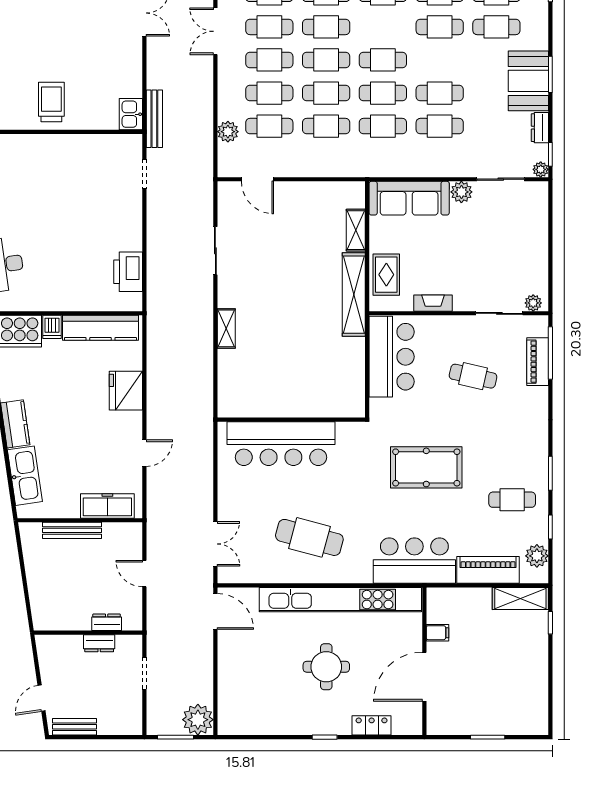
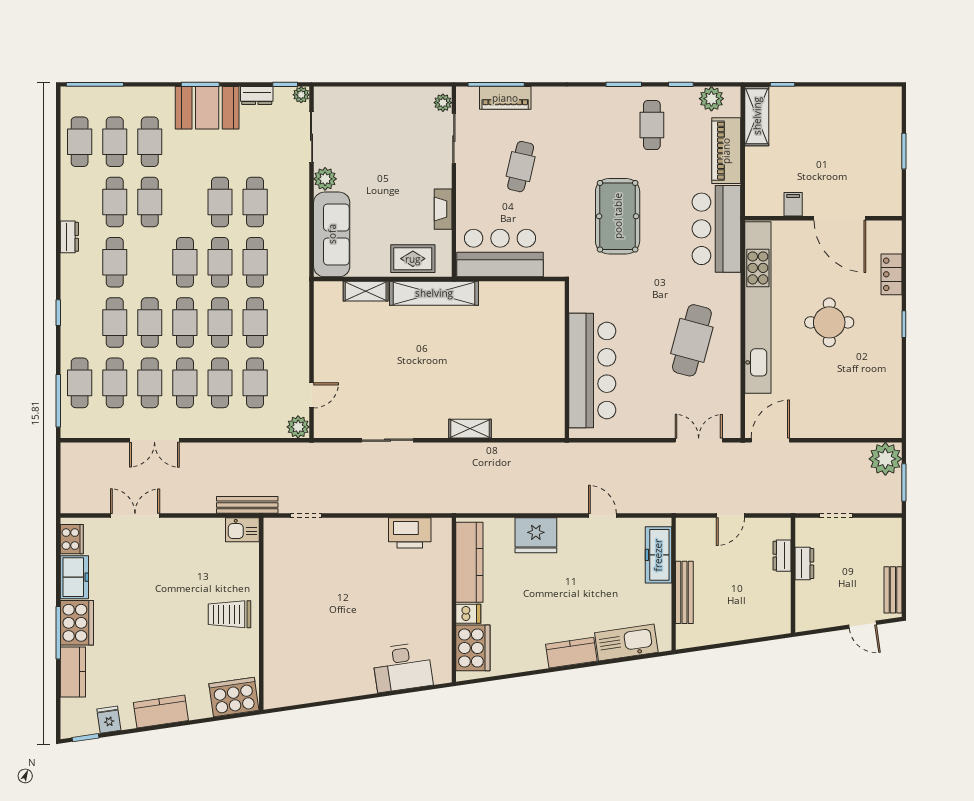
plant: (228, 132) -> (298, 427), moved
door: (257, 179) -> (312, 395), width x0.73

